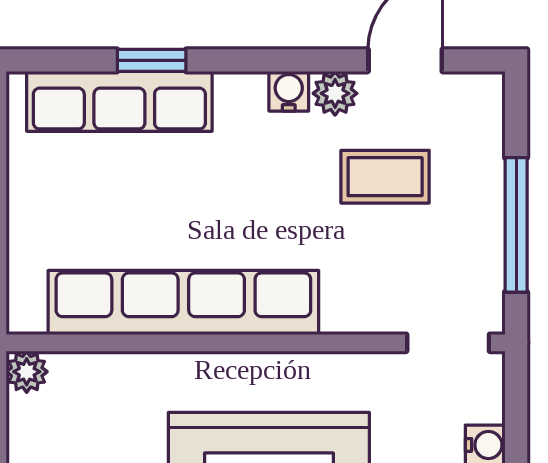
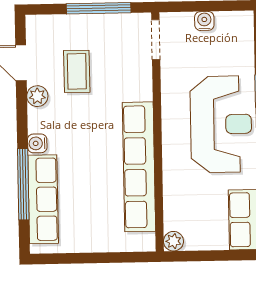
window: (152, 60) -> (23, 184), width x2.17
water cooler: (289, 91) -> (37, 143), moved

